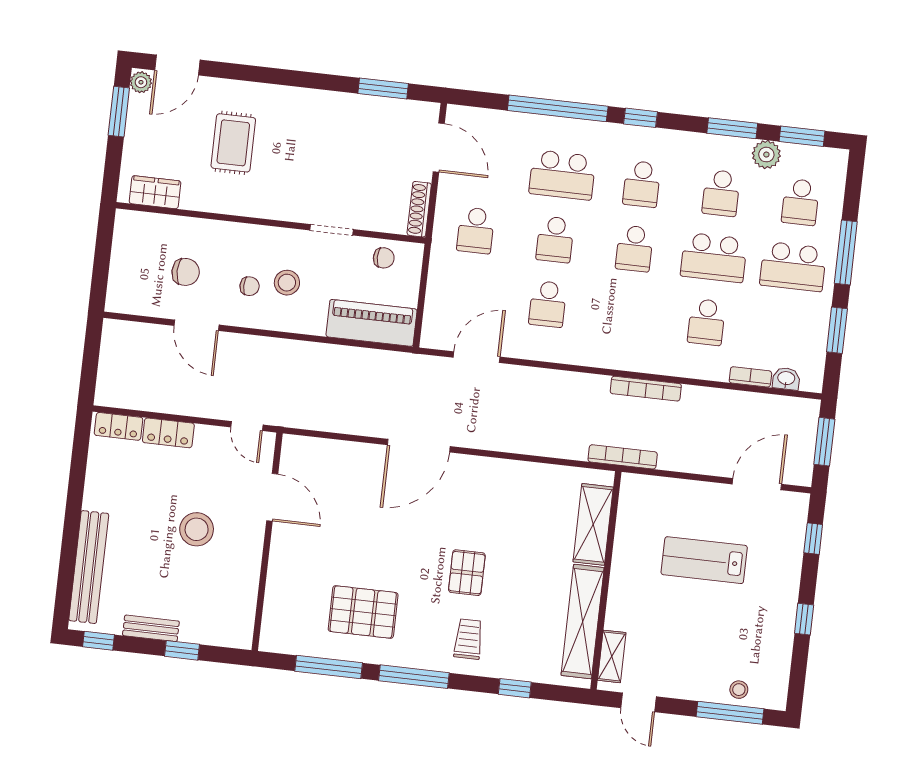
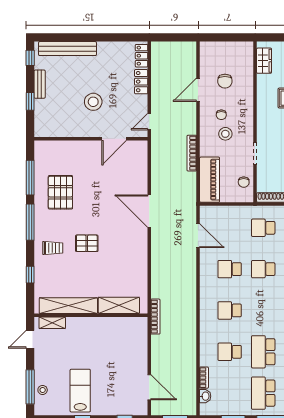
school desk: (634, 249) -> (230, 310), moved
bookcase: (646, 389) -> (192, 153), moved
lab bench: (704, 560) -> (80, 391), moved

